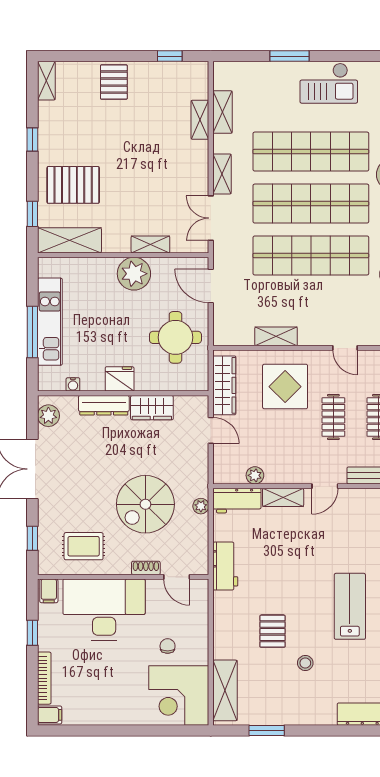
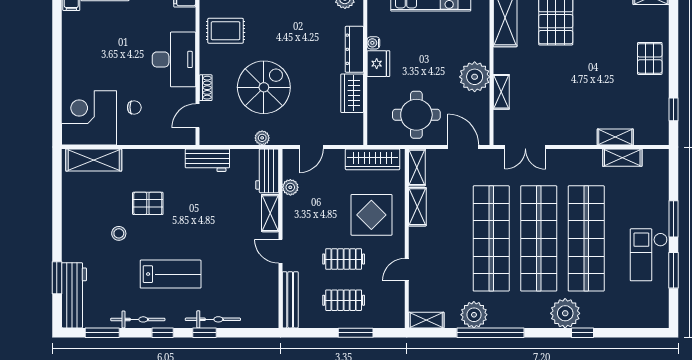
window: (346, 56) -> (674, 270), added
pallet: (114, 82) -> (650, 58), turned 90
shelving: (222, 174) -> (417, 167), moved, turned 90
double door: (211, 218) -> (525, 147), swing flipped
door: (211, 286) -> (463, 147), hinge flipped
water cooler: (73, 384) -> (373, 43), moved
door: (211, 430) -> (311, 147), moved
spiral stairs: (145, 504) -> (264, 87), turned 90
rug: (84, 546) -> (226, 31), turned 90
desk: (104, 610) -> (174, 59), width x0.73, depth x0.77
window: (267, 731) -> (57, 278), moved

